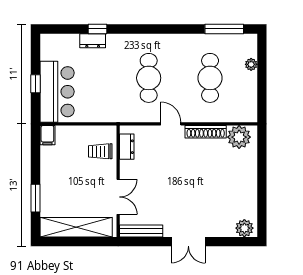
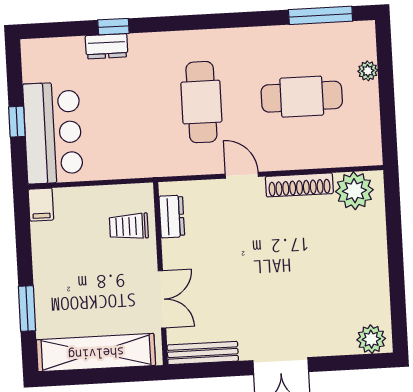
cafe table: (210, 78) -> (302, 97), turned 90

